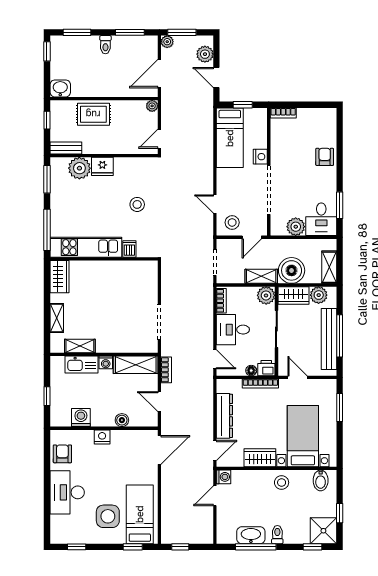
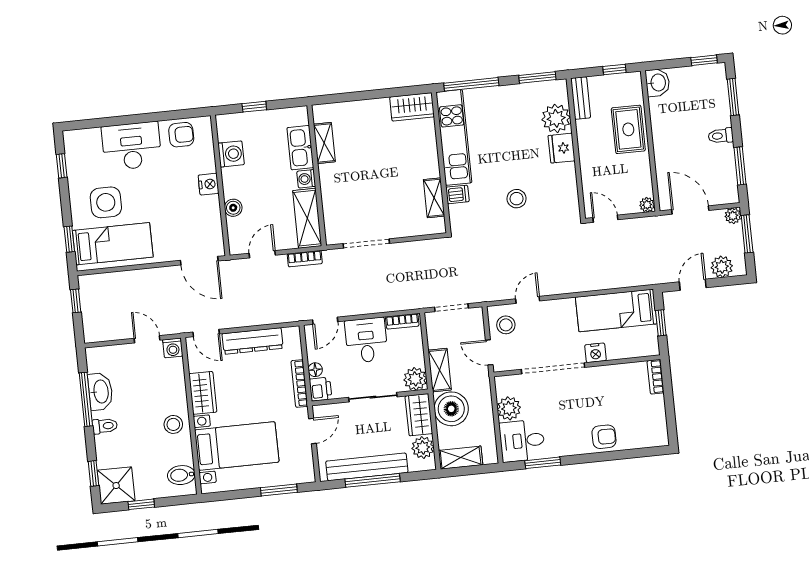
shelving: (57, 318) -> (434, 198), moved, turned 90

